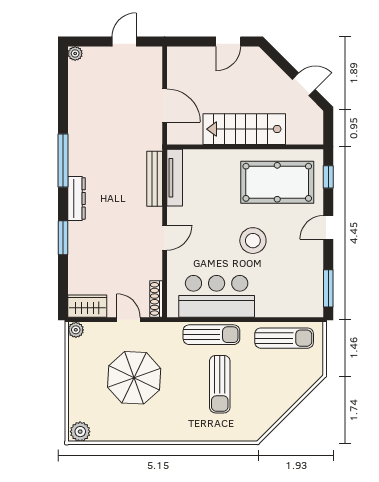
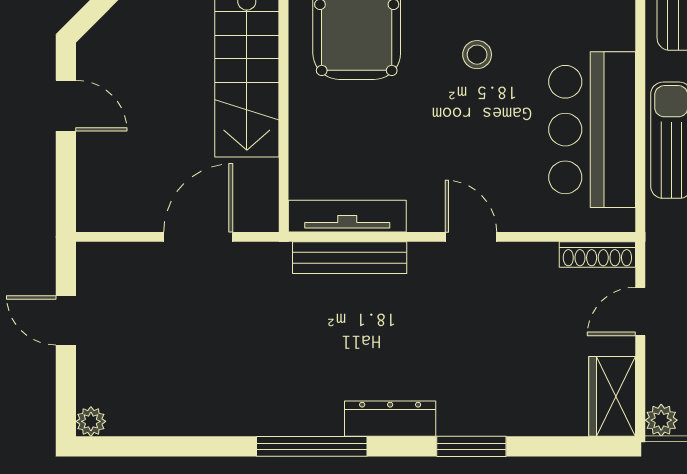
stool: (253, 241) -> (477, 55), width x0.53, depth x0.53

